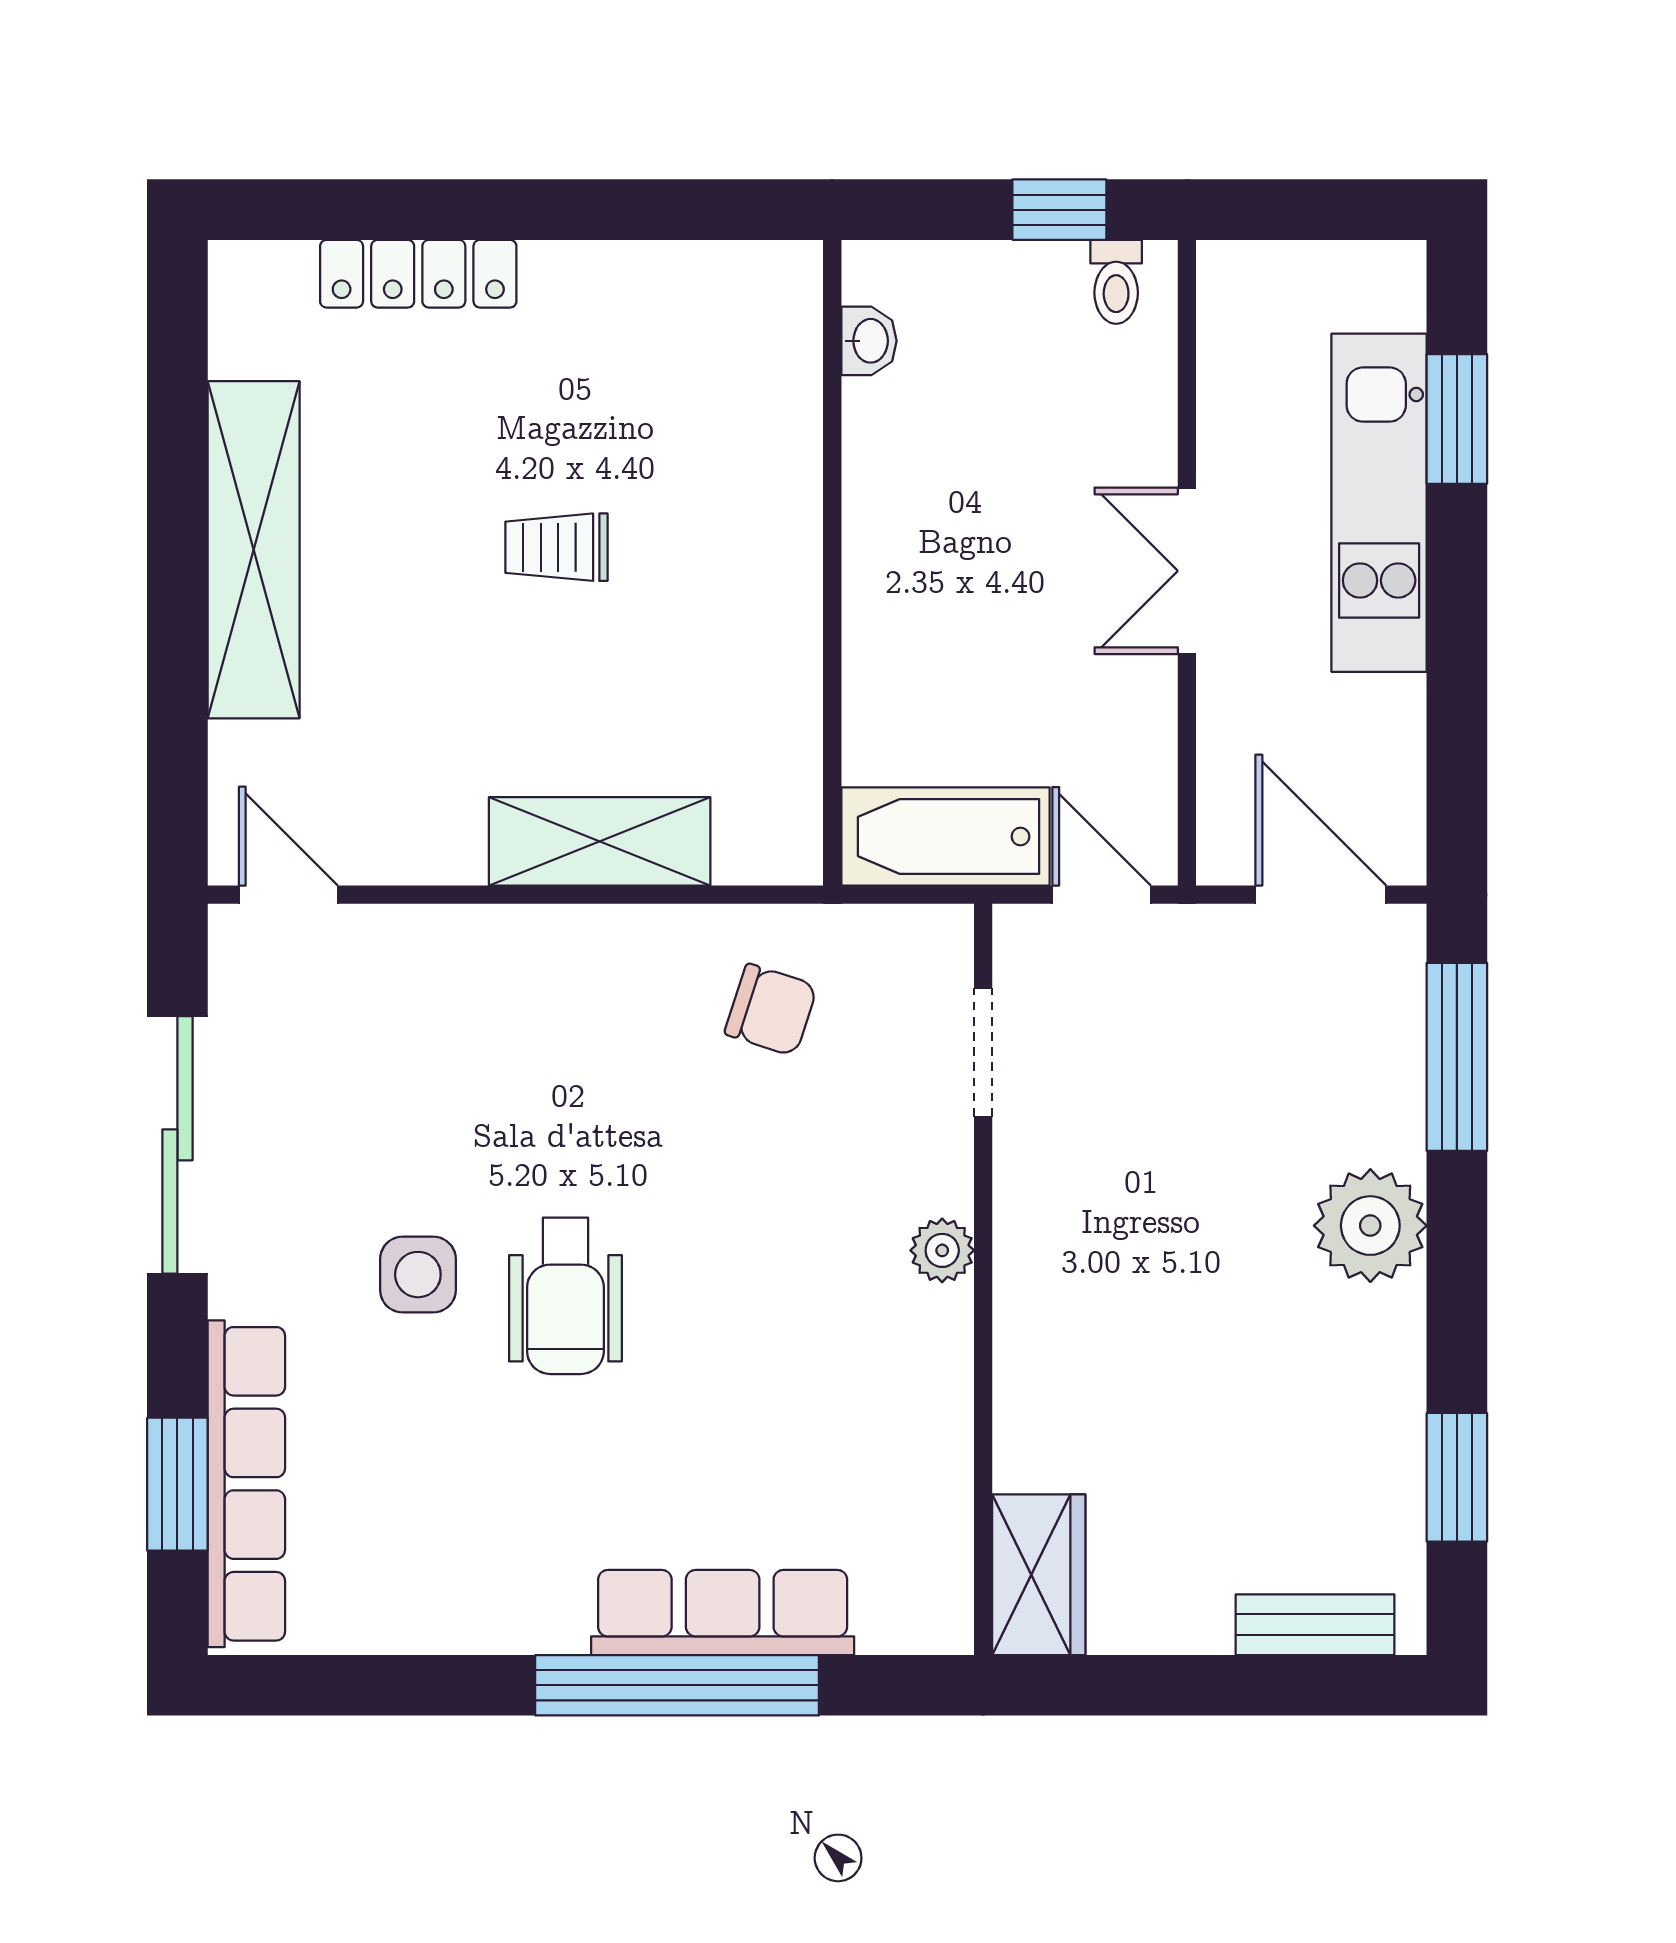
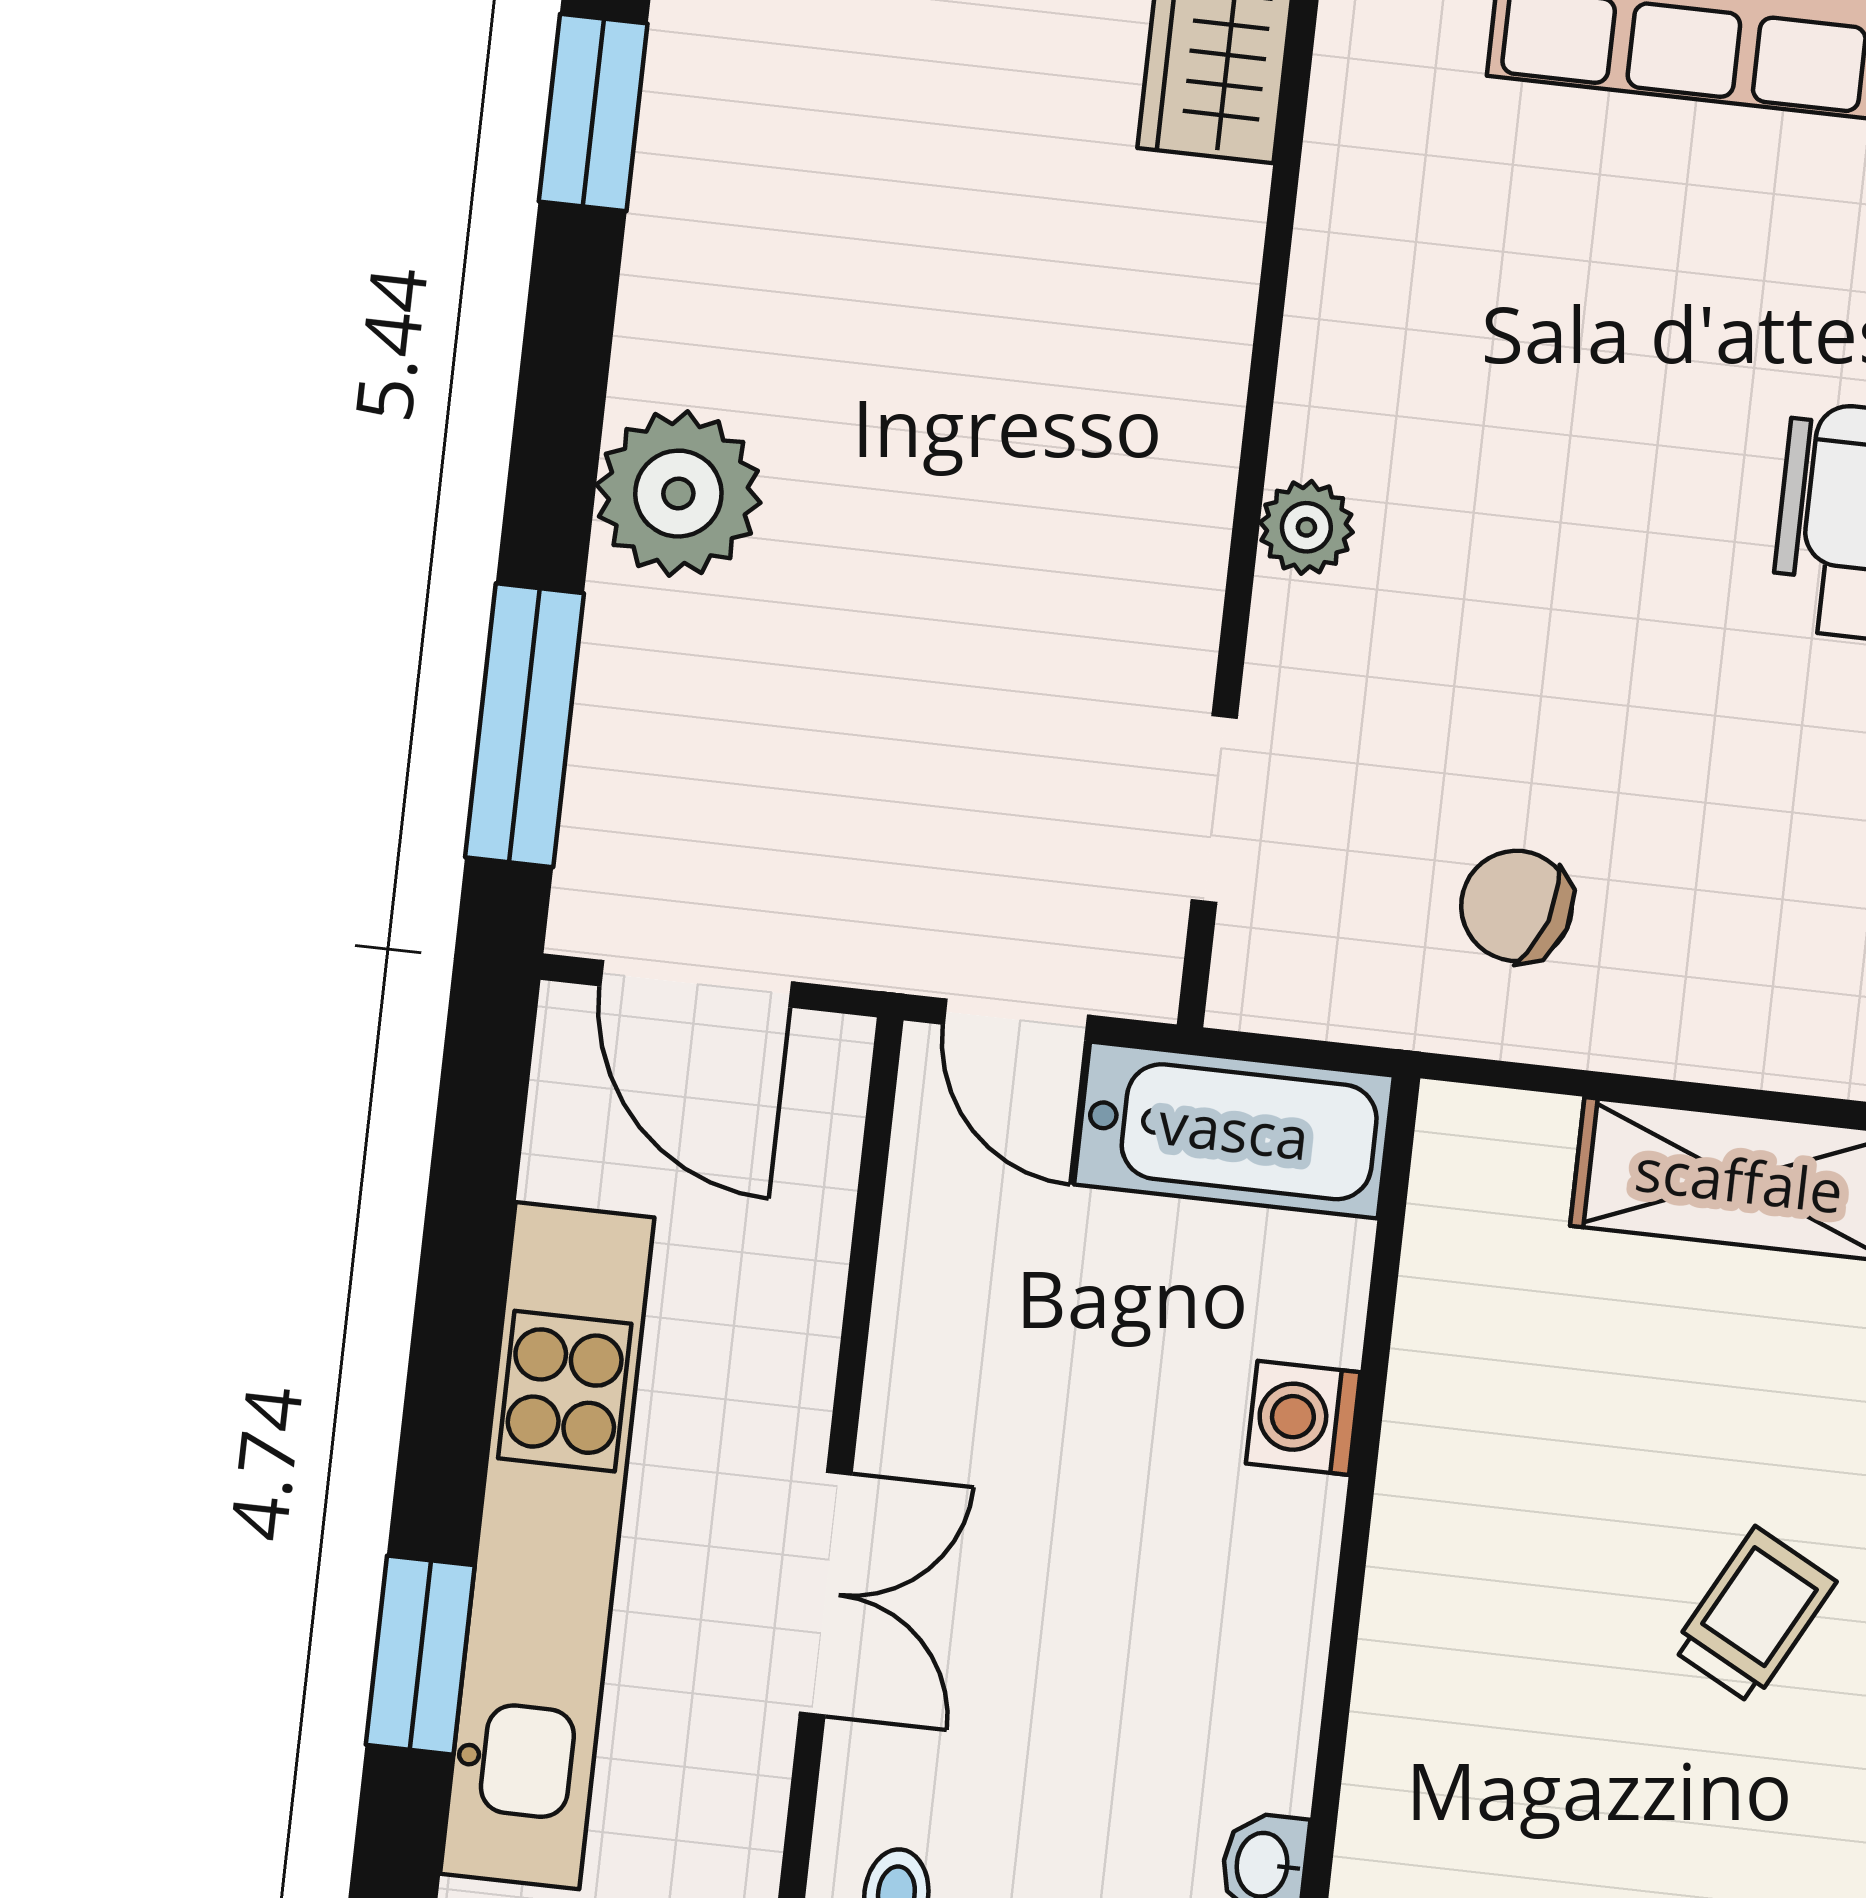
kitchen unit: (1379, 503) -> (547, 1546), width x1.36
trolley: (556, 547) -> (1754, 1615), turned -62
double door: (1187, 571) -> (826, 1593), moved
washing machine: (877, 647) -> (1303, 1418), added

